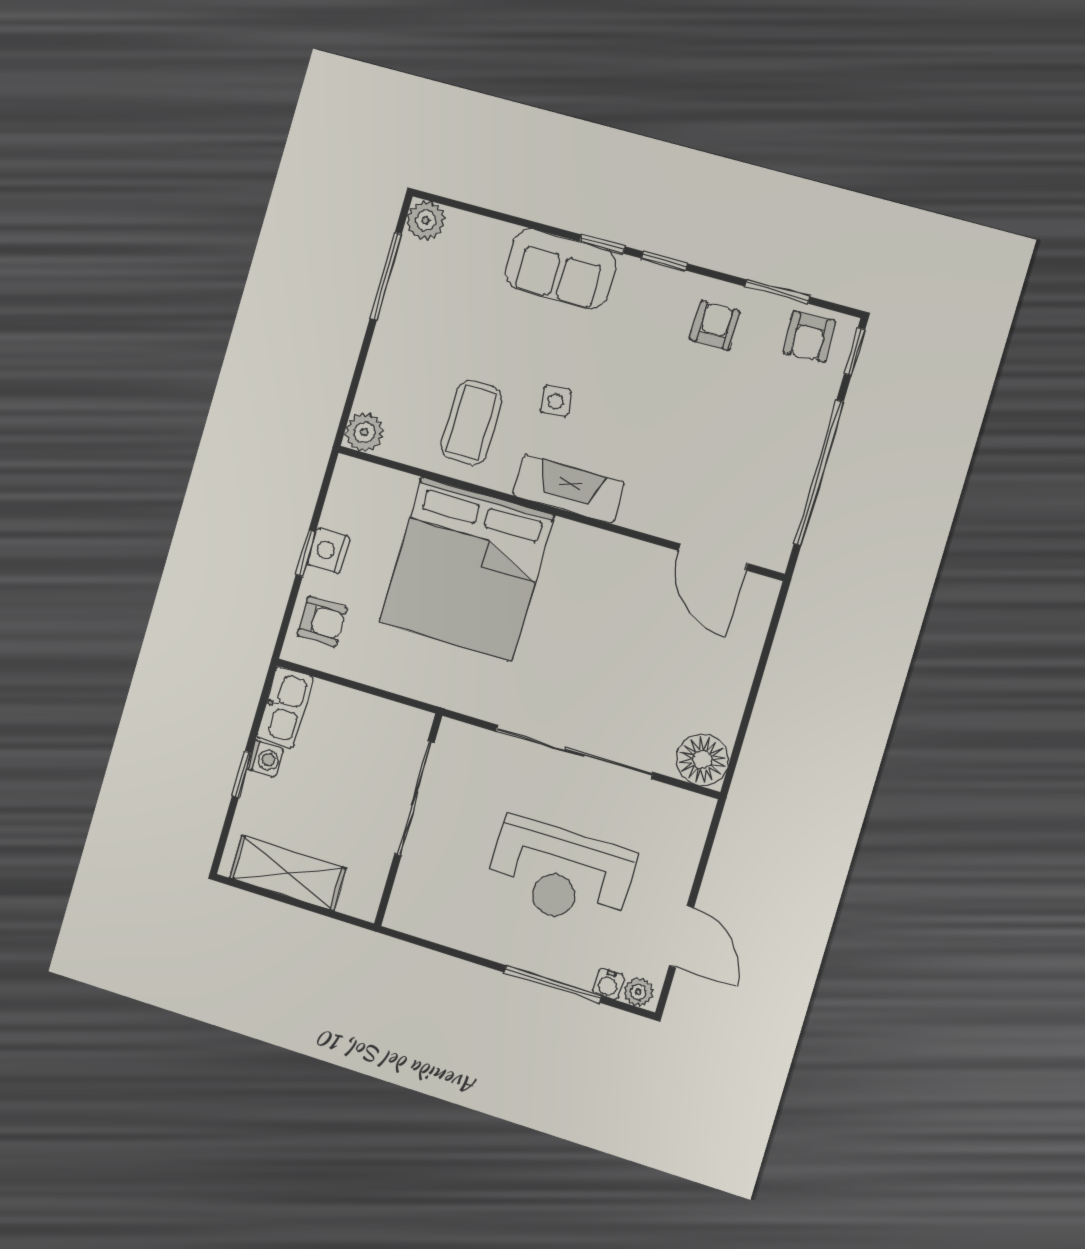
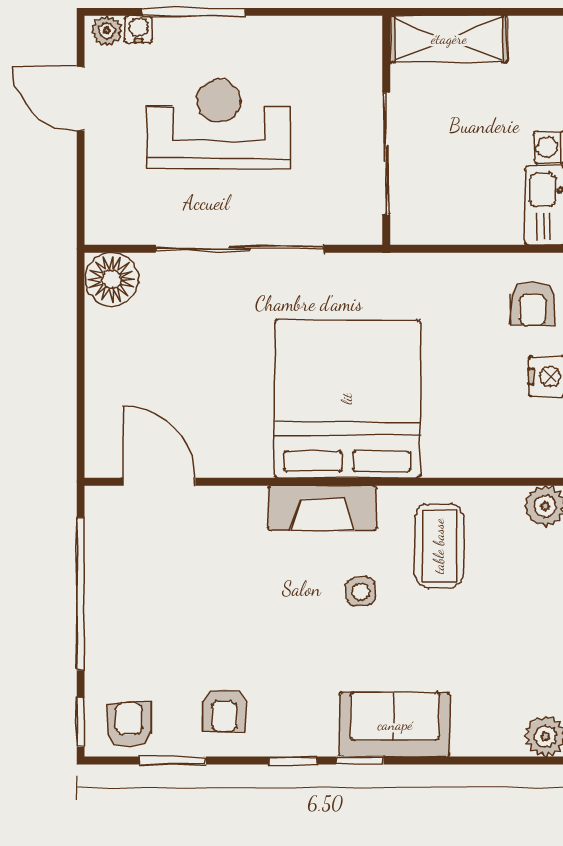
bed: (467, 569) -> (347, 399), moved
armchair: (322, 621) -> (533, 304), turned -90
shelving: (288, 873) -> (449, 39), moved

